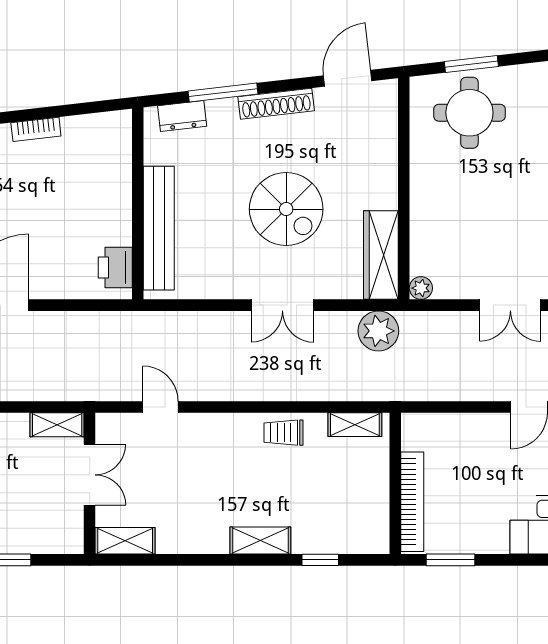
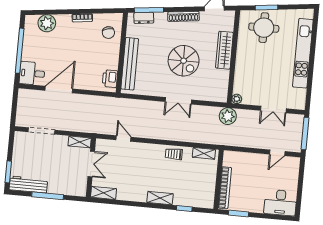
window: (223, 93) -> (149, 10), moved
chair: (101, 159) -> (108, 33), added
wardrobe: (381, 255) -> (224, 50), moved
plant: (378, 331) -> (228, 116), moved

